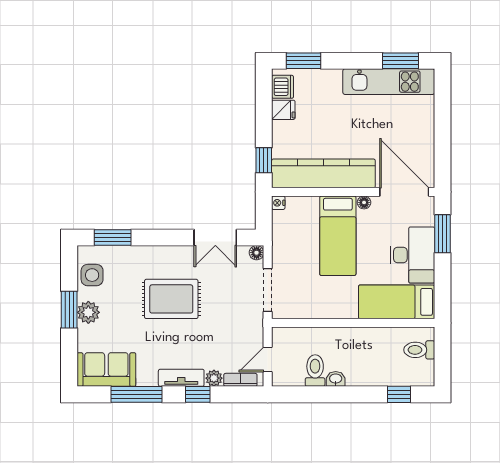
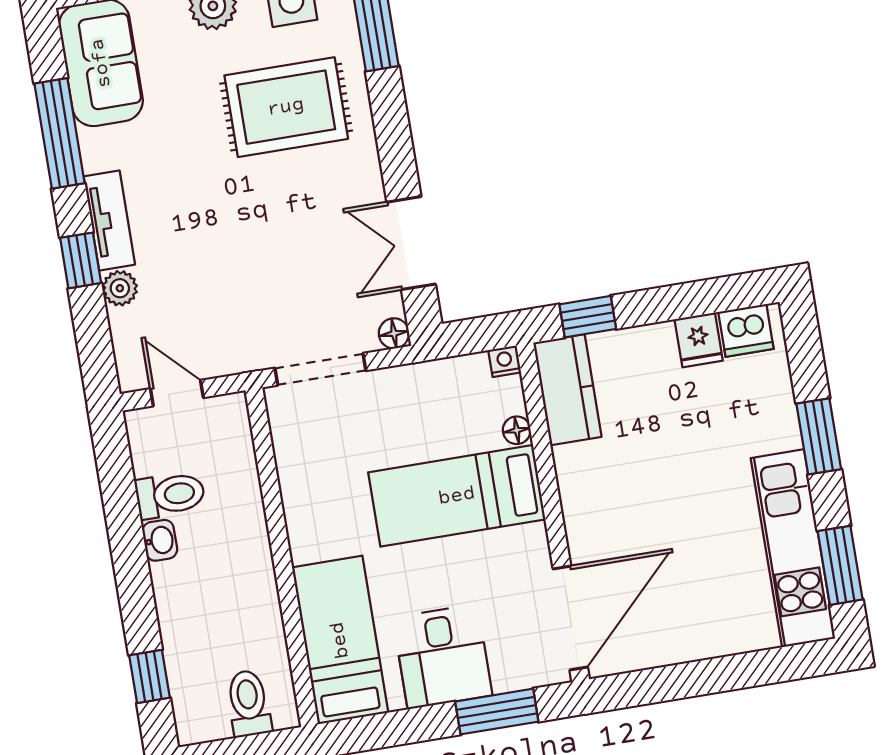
window: (304, 61) -> (819, 436), moved
kitchen counter: (323, 173) -> (567, 390), width x0.48, depth x0.86
floor lamp: (364, 202) -> (517, 430), moved
desk: (412, 255) -> (442, 657), width x0.73
rug: (171, 299) -> (286, 107), moved, turned 90
bookcase: (240, 380) -> (125, 344), removed

